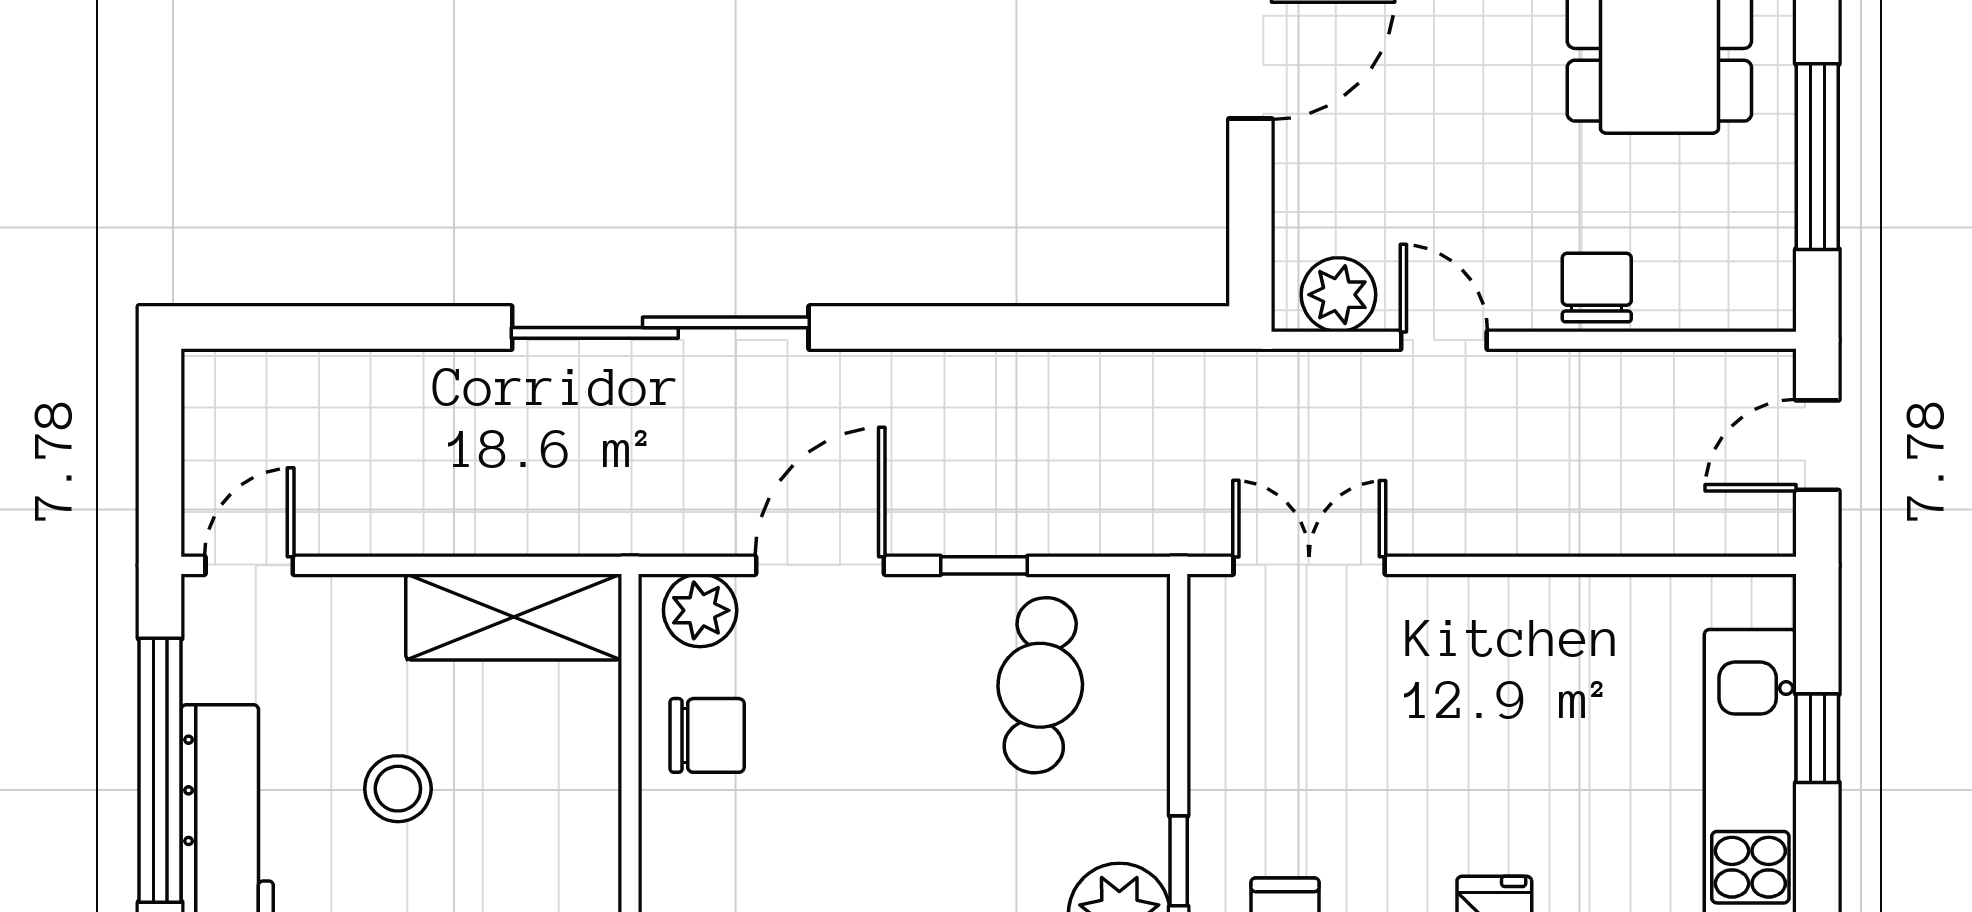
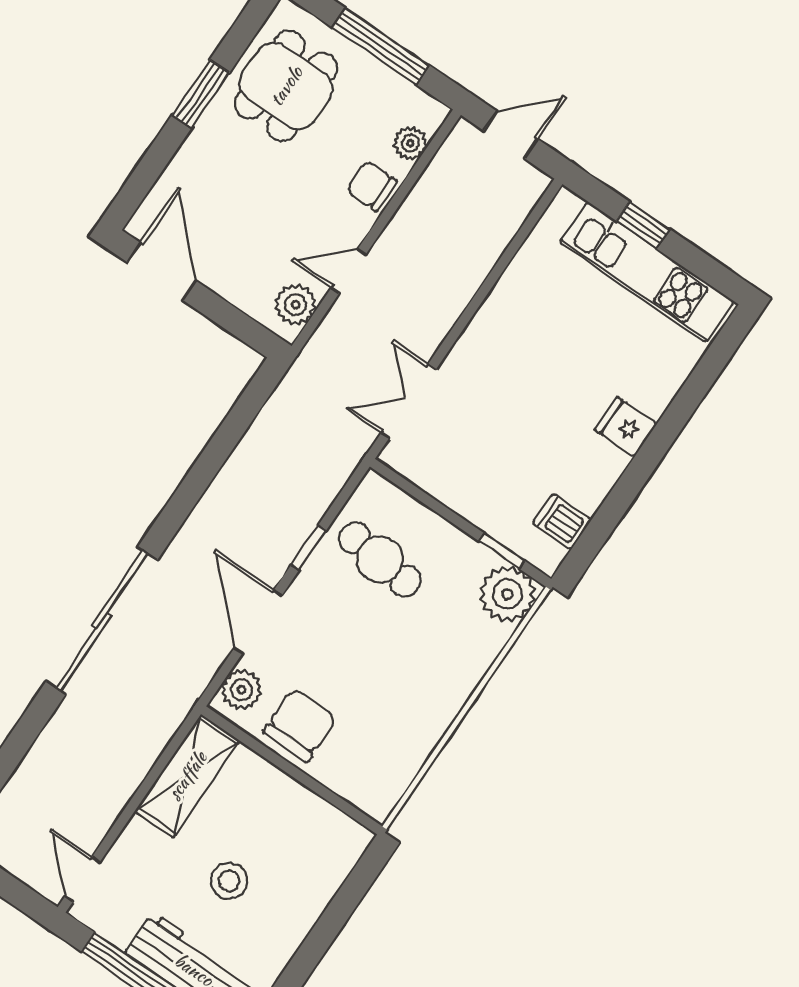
plant: (1701, 302) -> (410, 143), added
door: (1817, 445) -> (511, 135), swing flipped
chair: (707, 735) -> (300, 725), width x1.37, depth x1.37

